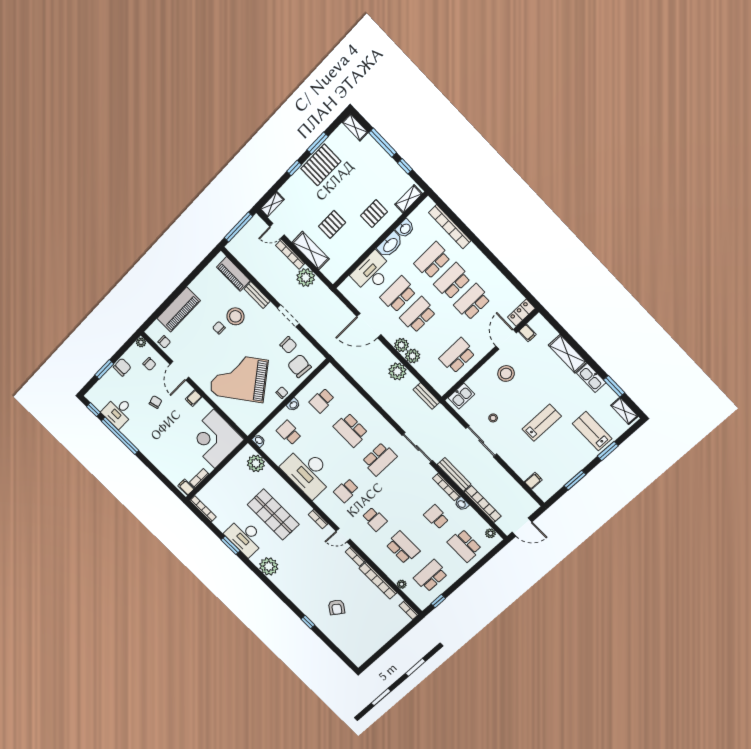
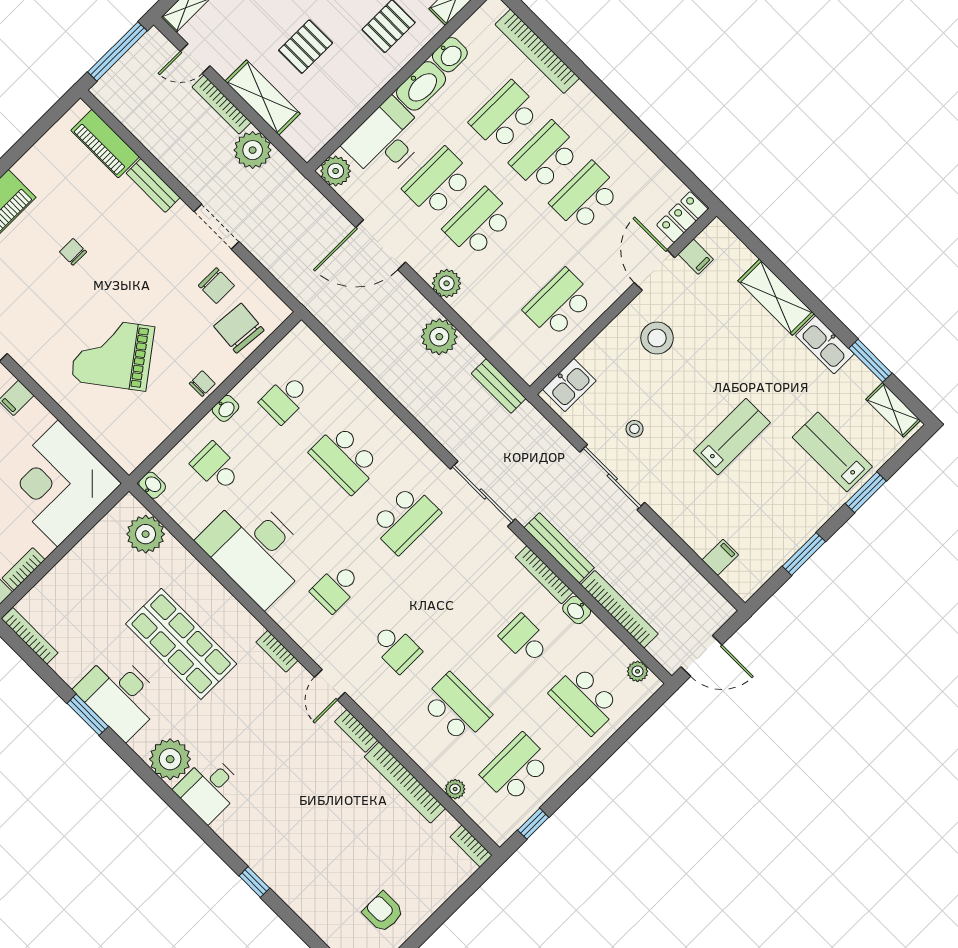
stool: (235, 316) -> (108, 228), removed
plant: (413, 356) -> (336, 171), moved
grand piano: (239, 378) -> (113, 354), width x0.73, depth x0.68
door: (343, 535) -> (330, 685), hinge flipped
desk: (287, 580) -> (209, 788), added
armchair: (337, 607) -> (383, 912), moved, turned 145

